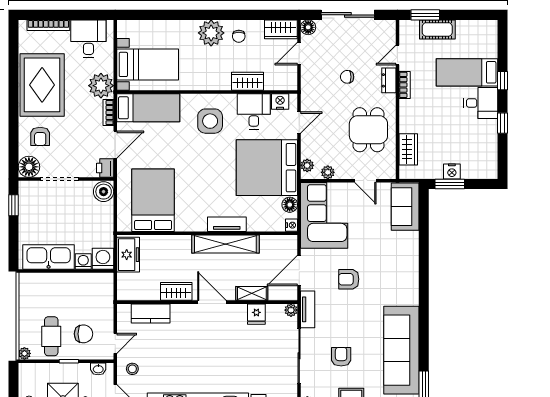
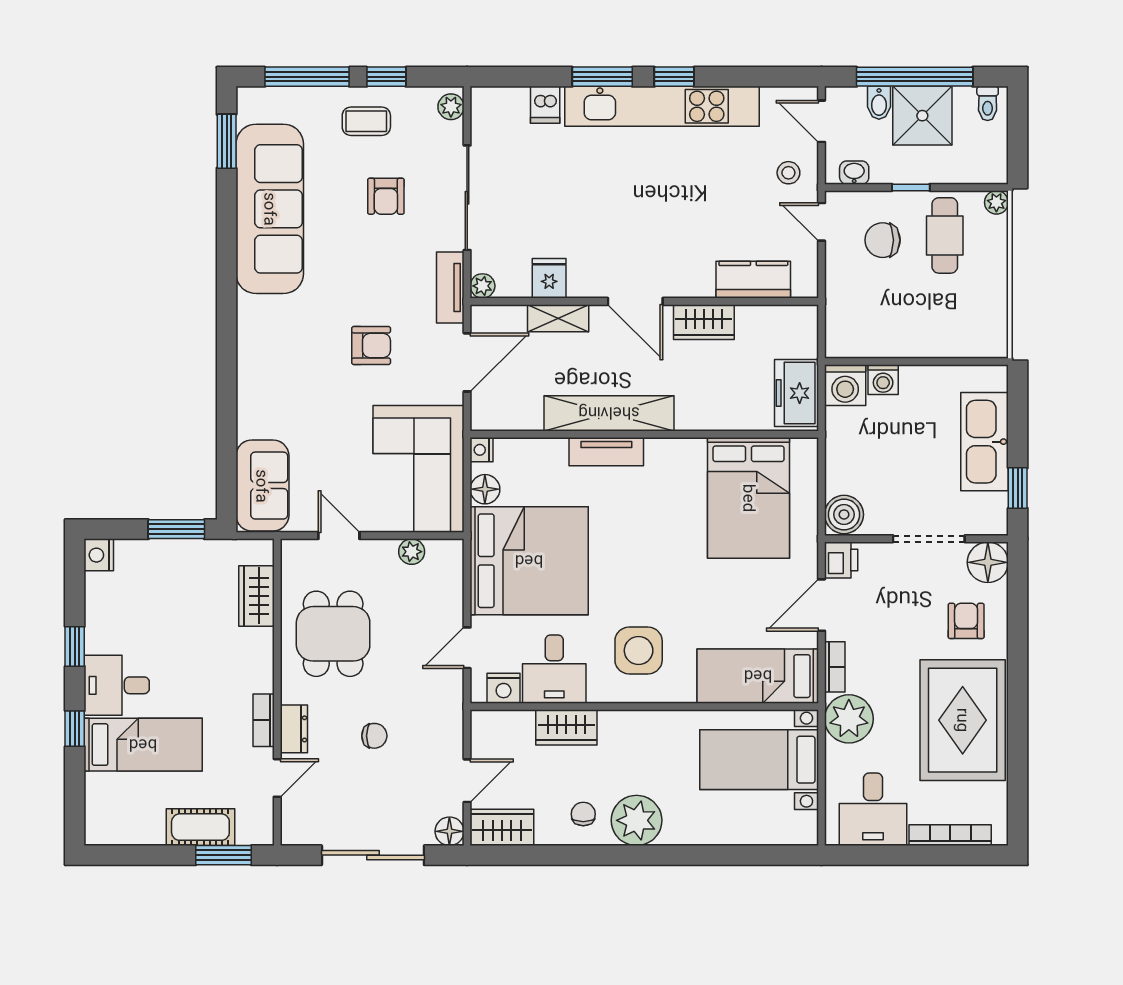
plant: (307, 165) -> (451, 565), removed
nightstand: (452, 171) -> (99, 555), moved, turned -90
kitchen sink: (49, 257) -> (985, 442), moved, turned 90
door: (115, 343) -> (821, 222), hinge flipped

